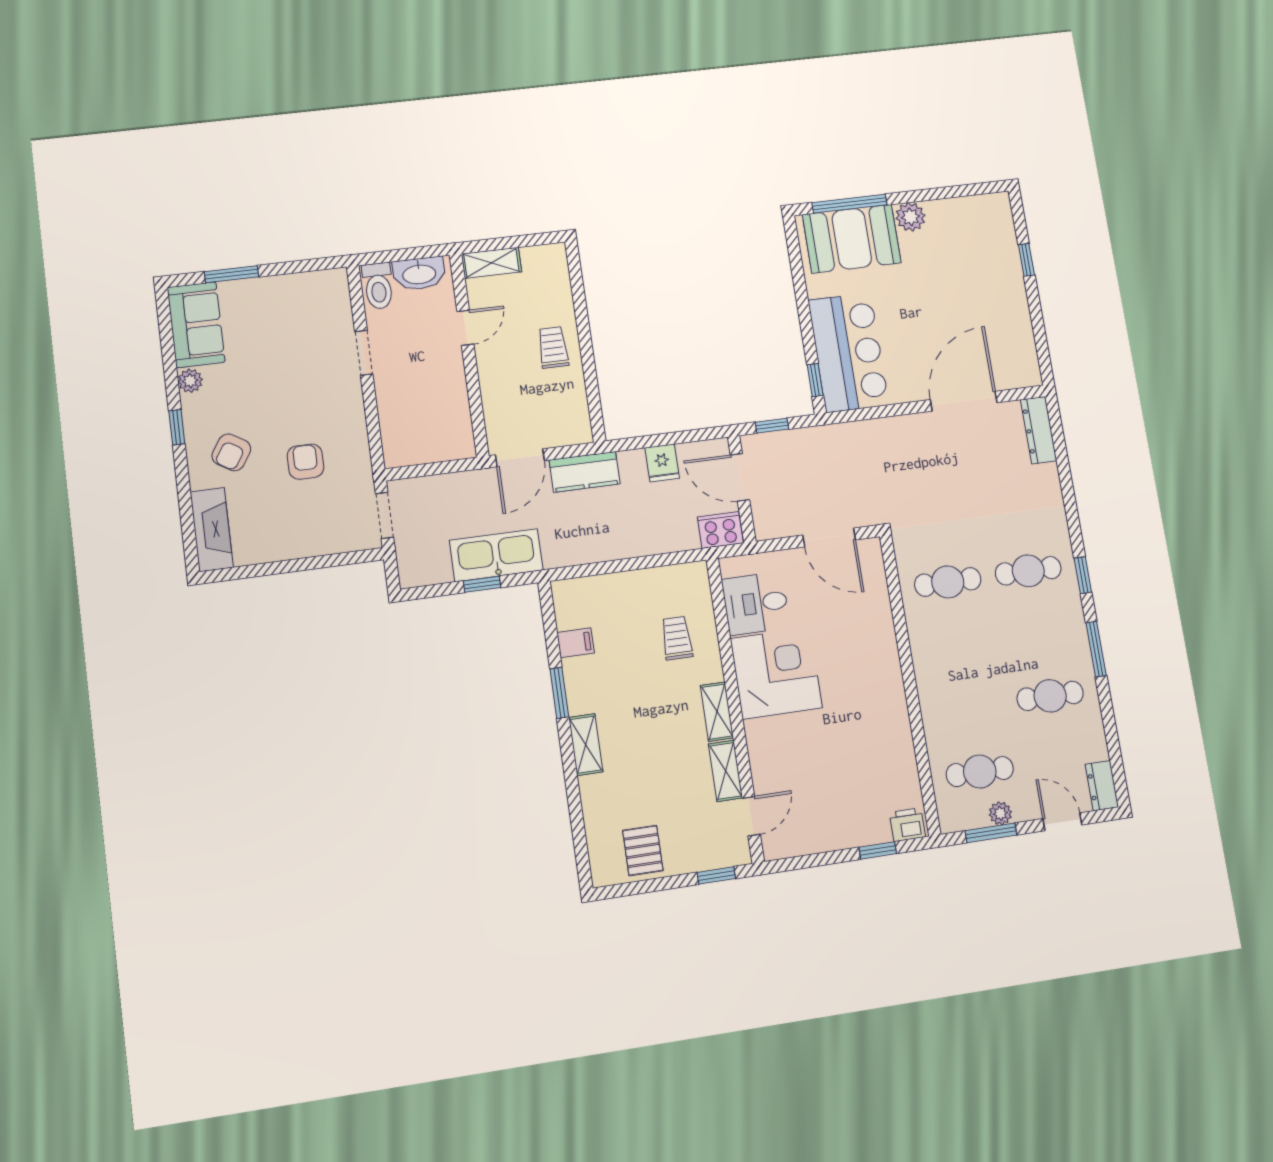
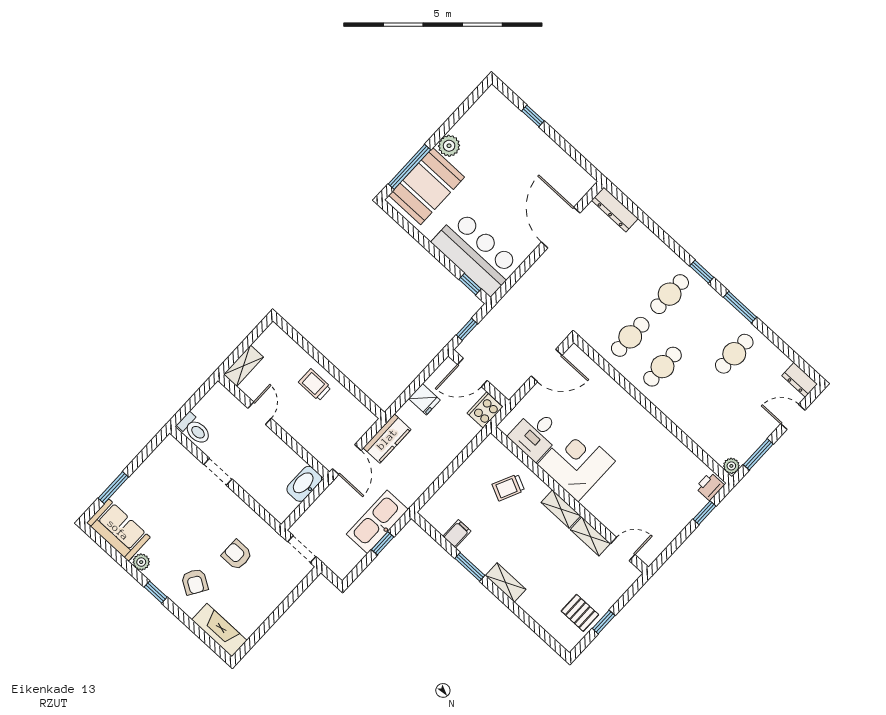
washbasin: (419, 274) -> (304, 484), moved, turned 180
trolley: (677, 638) -> (508, 487), turned -65
cafe table: (980, 772) -> (663, 367), moved
plant: (1000, 813) -> (731, 466), moved
door: (751, 816) -> (623, 549), hinge flipped
window: (716, 875) -> (604, 622), moved

